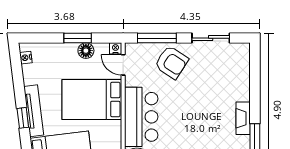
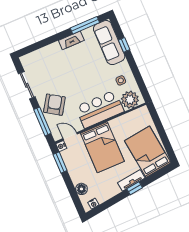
window: (78, 38) -> (60, 163), moved
floor lamp: (86, 51) -> (81, 189), moved
door: (123, 65) -> (70, 136), swing flipped
tv unit: (34, 111) -> (131, 180), width x0.71

